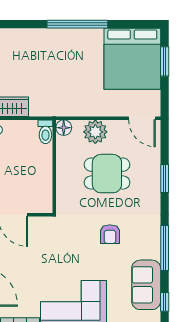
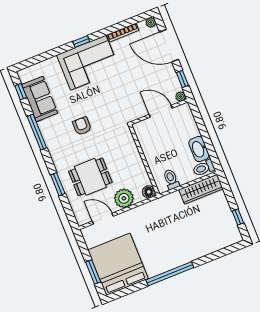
door: (142, 118) -> (103, 219), moved
toilet: (45, 132) -> (171, 179), moved
dining table: (107, 174) -> (90, 177), moved

